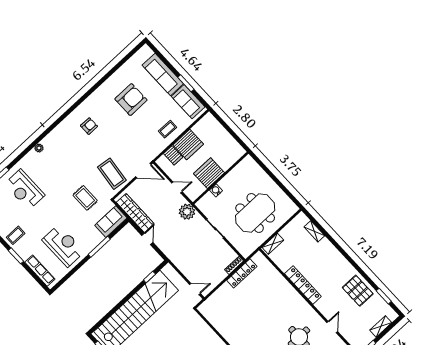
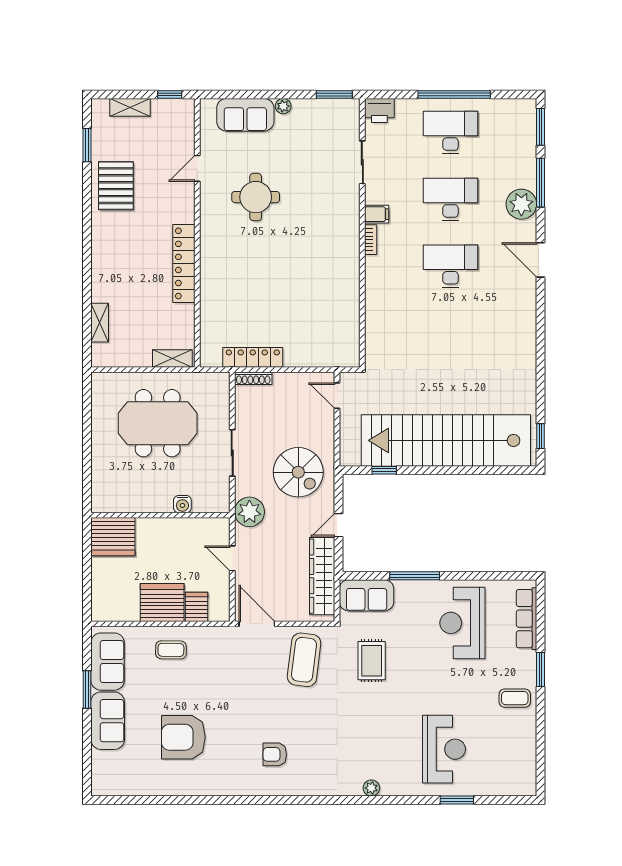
sofa: (163, 74) -> (108, 721), width x0.73
server rack: (209, 173) -> (113, 537), moved
spiral stairs: (182, 245) -> (298, 472), added

